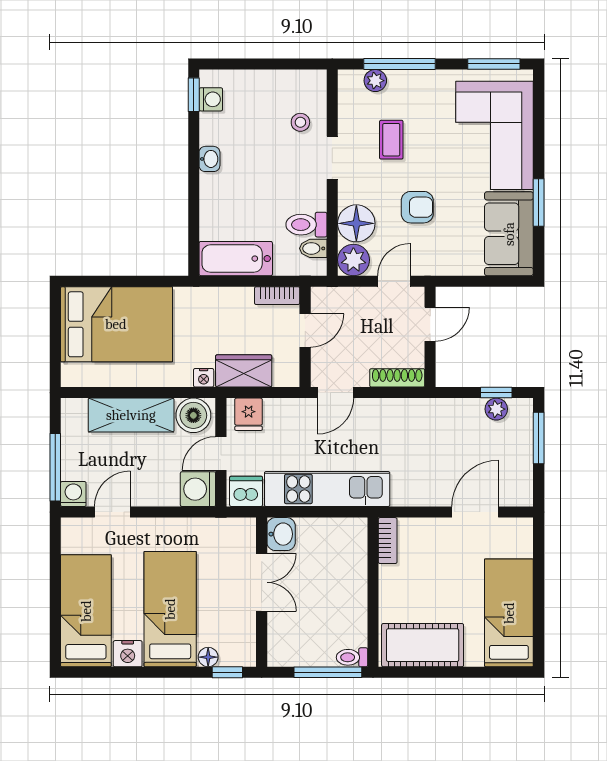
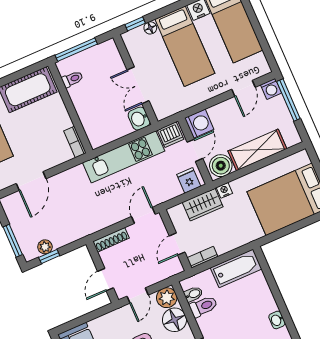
toilet: (352, 657) -> (72, 79), moved

